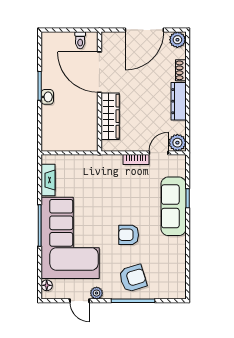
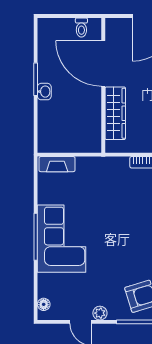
fireplace: (48, 180) -> (57, 164), moved, turned 90
armchair: (129, 235) -> (136, 247), removed
corner sofa: (70, 238) -> (62, 239), width x0.73, depth x0.74

